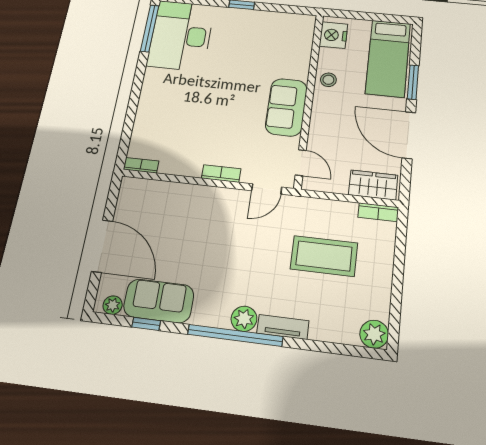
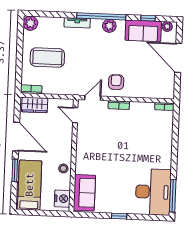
sofa: (286, 107) -> (84, 193), moved
armchair: (221, 213) -> (116, 82), added
coffee table: (324, 256) -> (47, 58), moved
plant: (244, 319) -> (109, 26), moved

